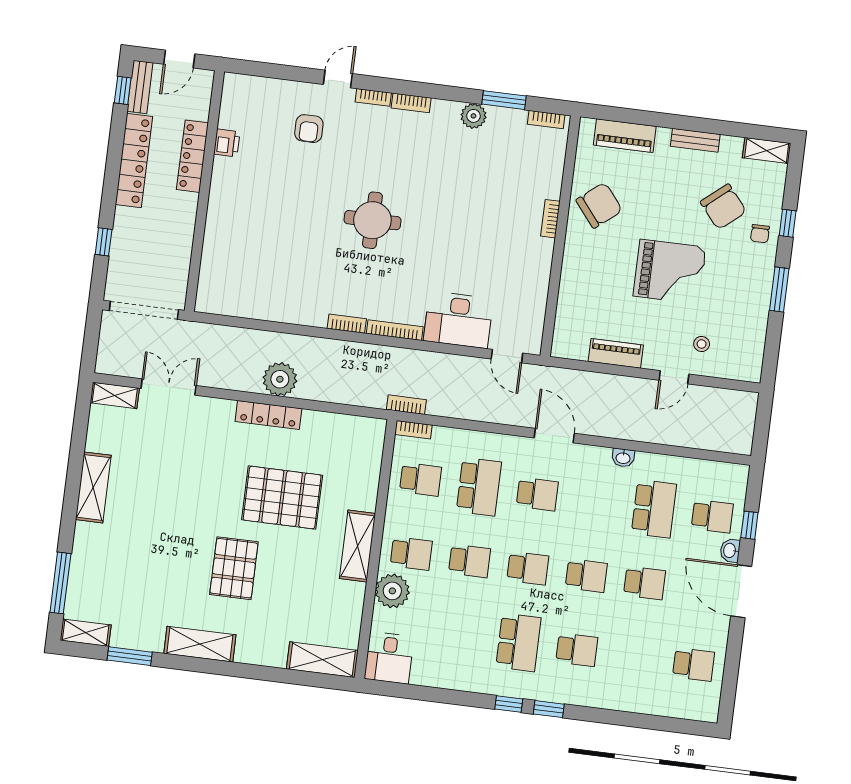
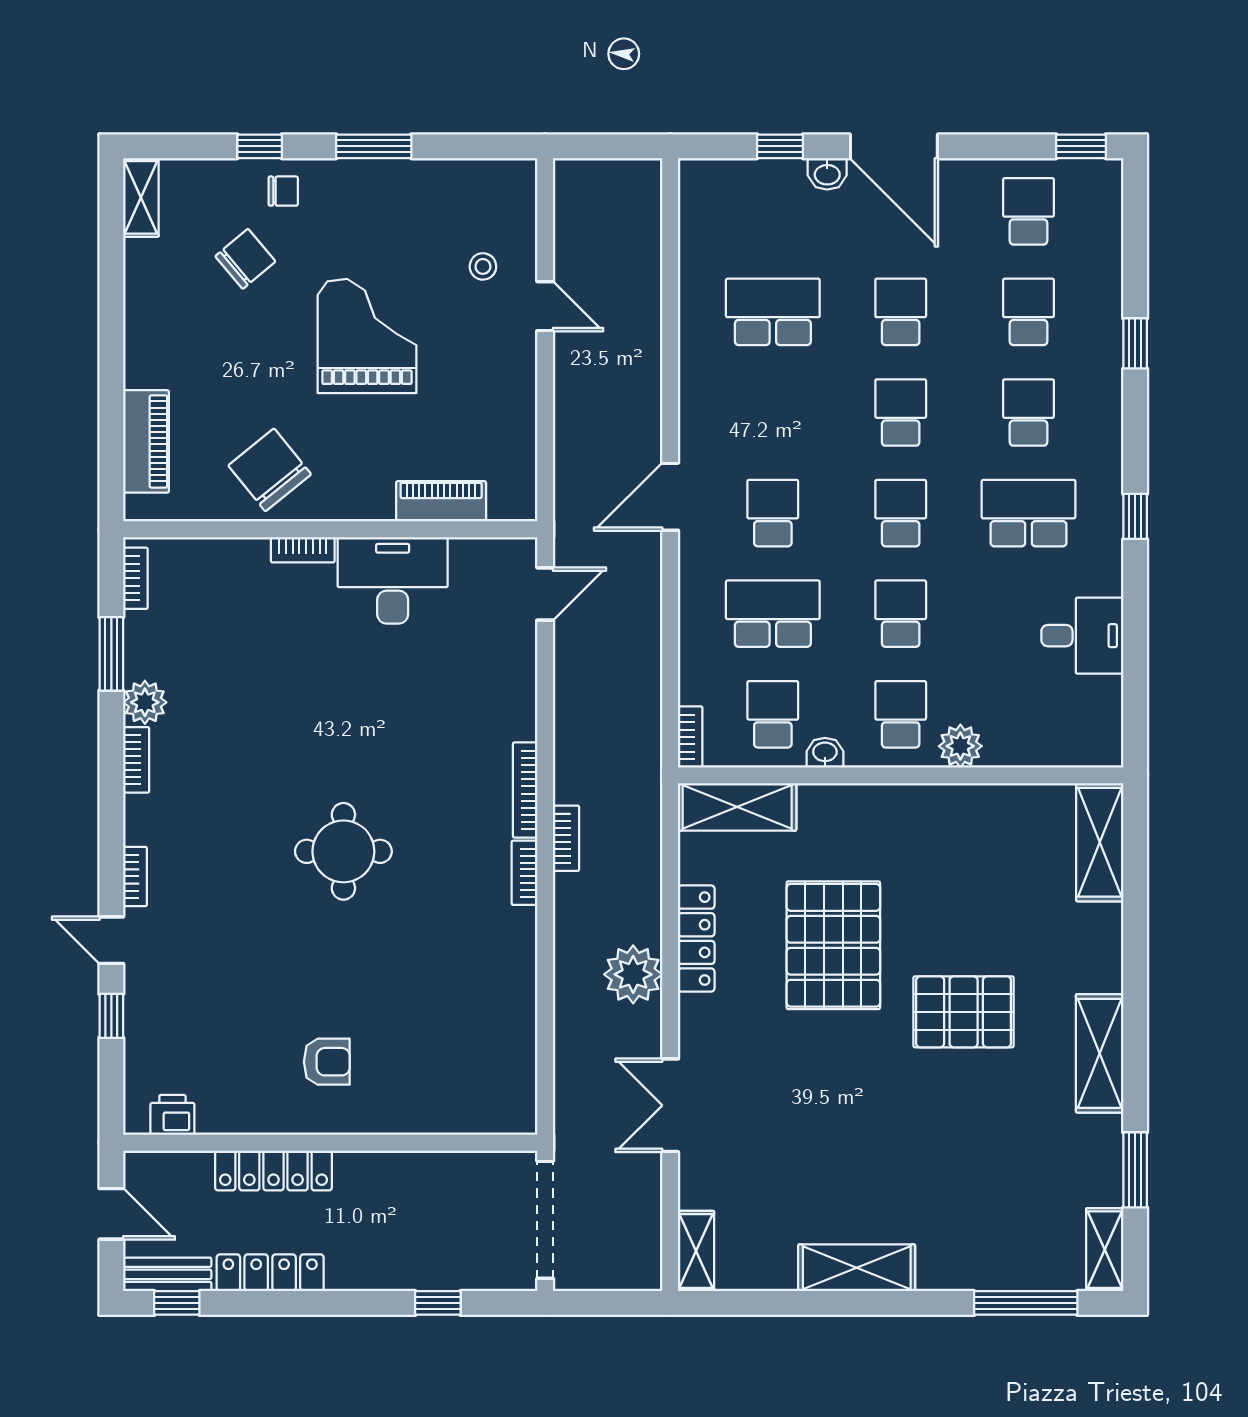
window: (294, 74) -> (111, 1016), added
bookcase: (411, 103) -> (136, 760), moved
armchair: (309, 129) -> (327, 1062), moved
bench: (695, 140) -> (139, 321), removed
printer: (227, 143) -> (172, 1115), moved
locker: (134, 160) -> (270, 1273), width x0.71, depth x0.83
chair: (723, 207) -> (245, 259), width x0.73, depth x0.73
desk: (458, 320) -> (393, 580), moved, turned -90
piano: (616, 353) -> (441, 501), moved, turned 90
double door: (169, 387) -> (670, 1105), moved
bookcase: (406, 405) -> (566, 838), moved, turned 180
locker: (268, 415) -> (696, 939), moved
washbasin: (623, 458) -> (825, 753), moved, turned -90
school desk: (712, 516) -> (1028, 312), moved
shelving: (358, 546) -> (737, 807), moved
plant: (392, 591) -> (960, 746), width x0.73, depth x0.73
door: (741, 591) -> (894, 146), hinge flipped
desk: (389, 658) -> (1082, 636), moved
window: (727, 700) -> (1081, 146), added
window: (549, 709) -> (1135, 343), moved

